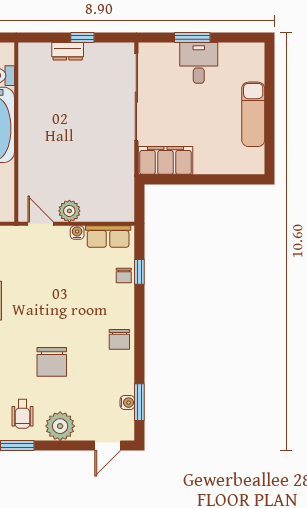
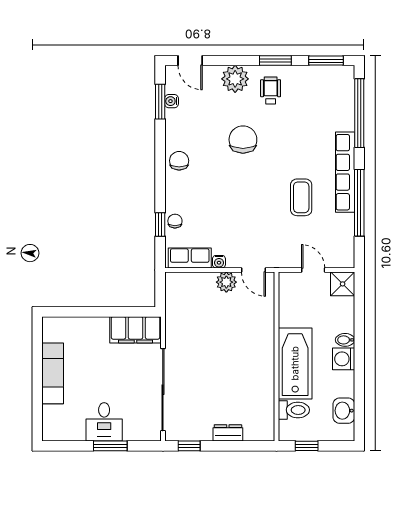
window: (82, 38) -> (189, 446), moved
door: (108, 445) -> (190, 61), swing flipped

